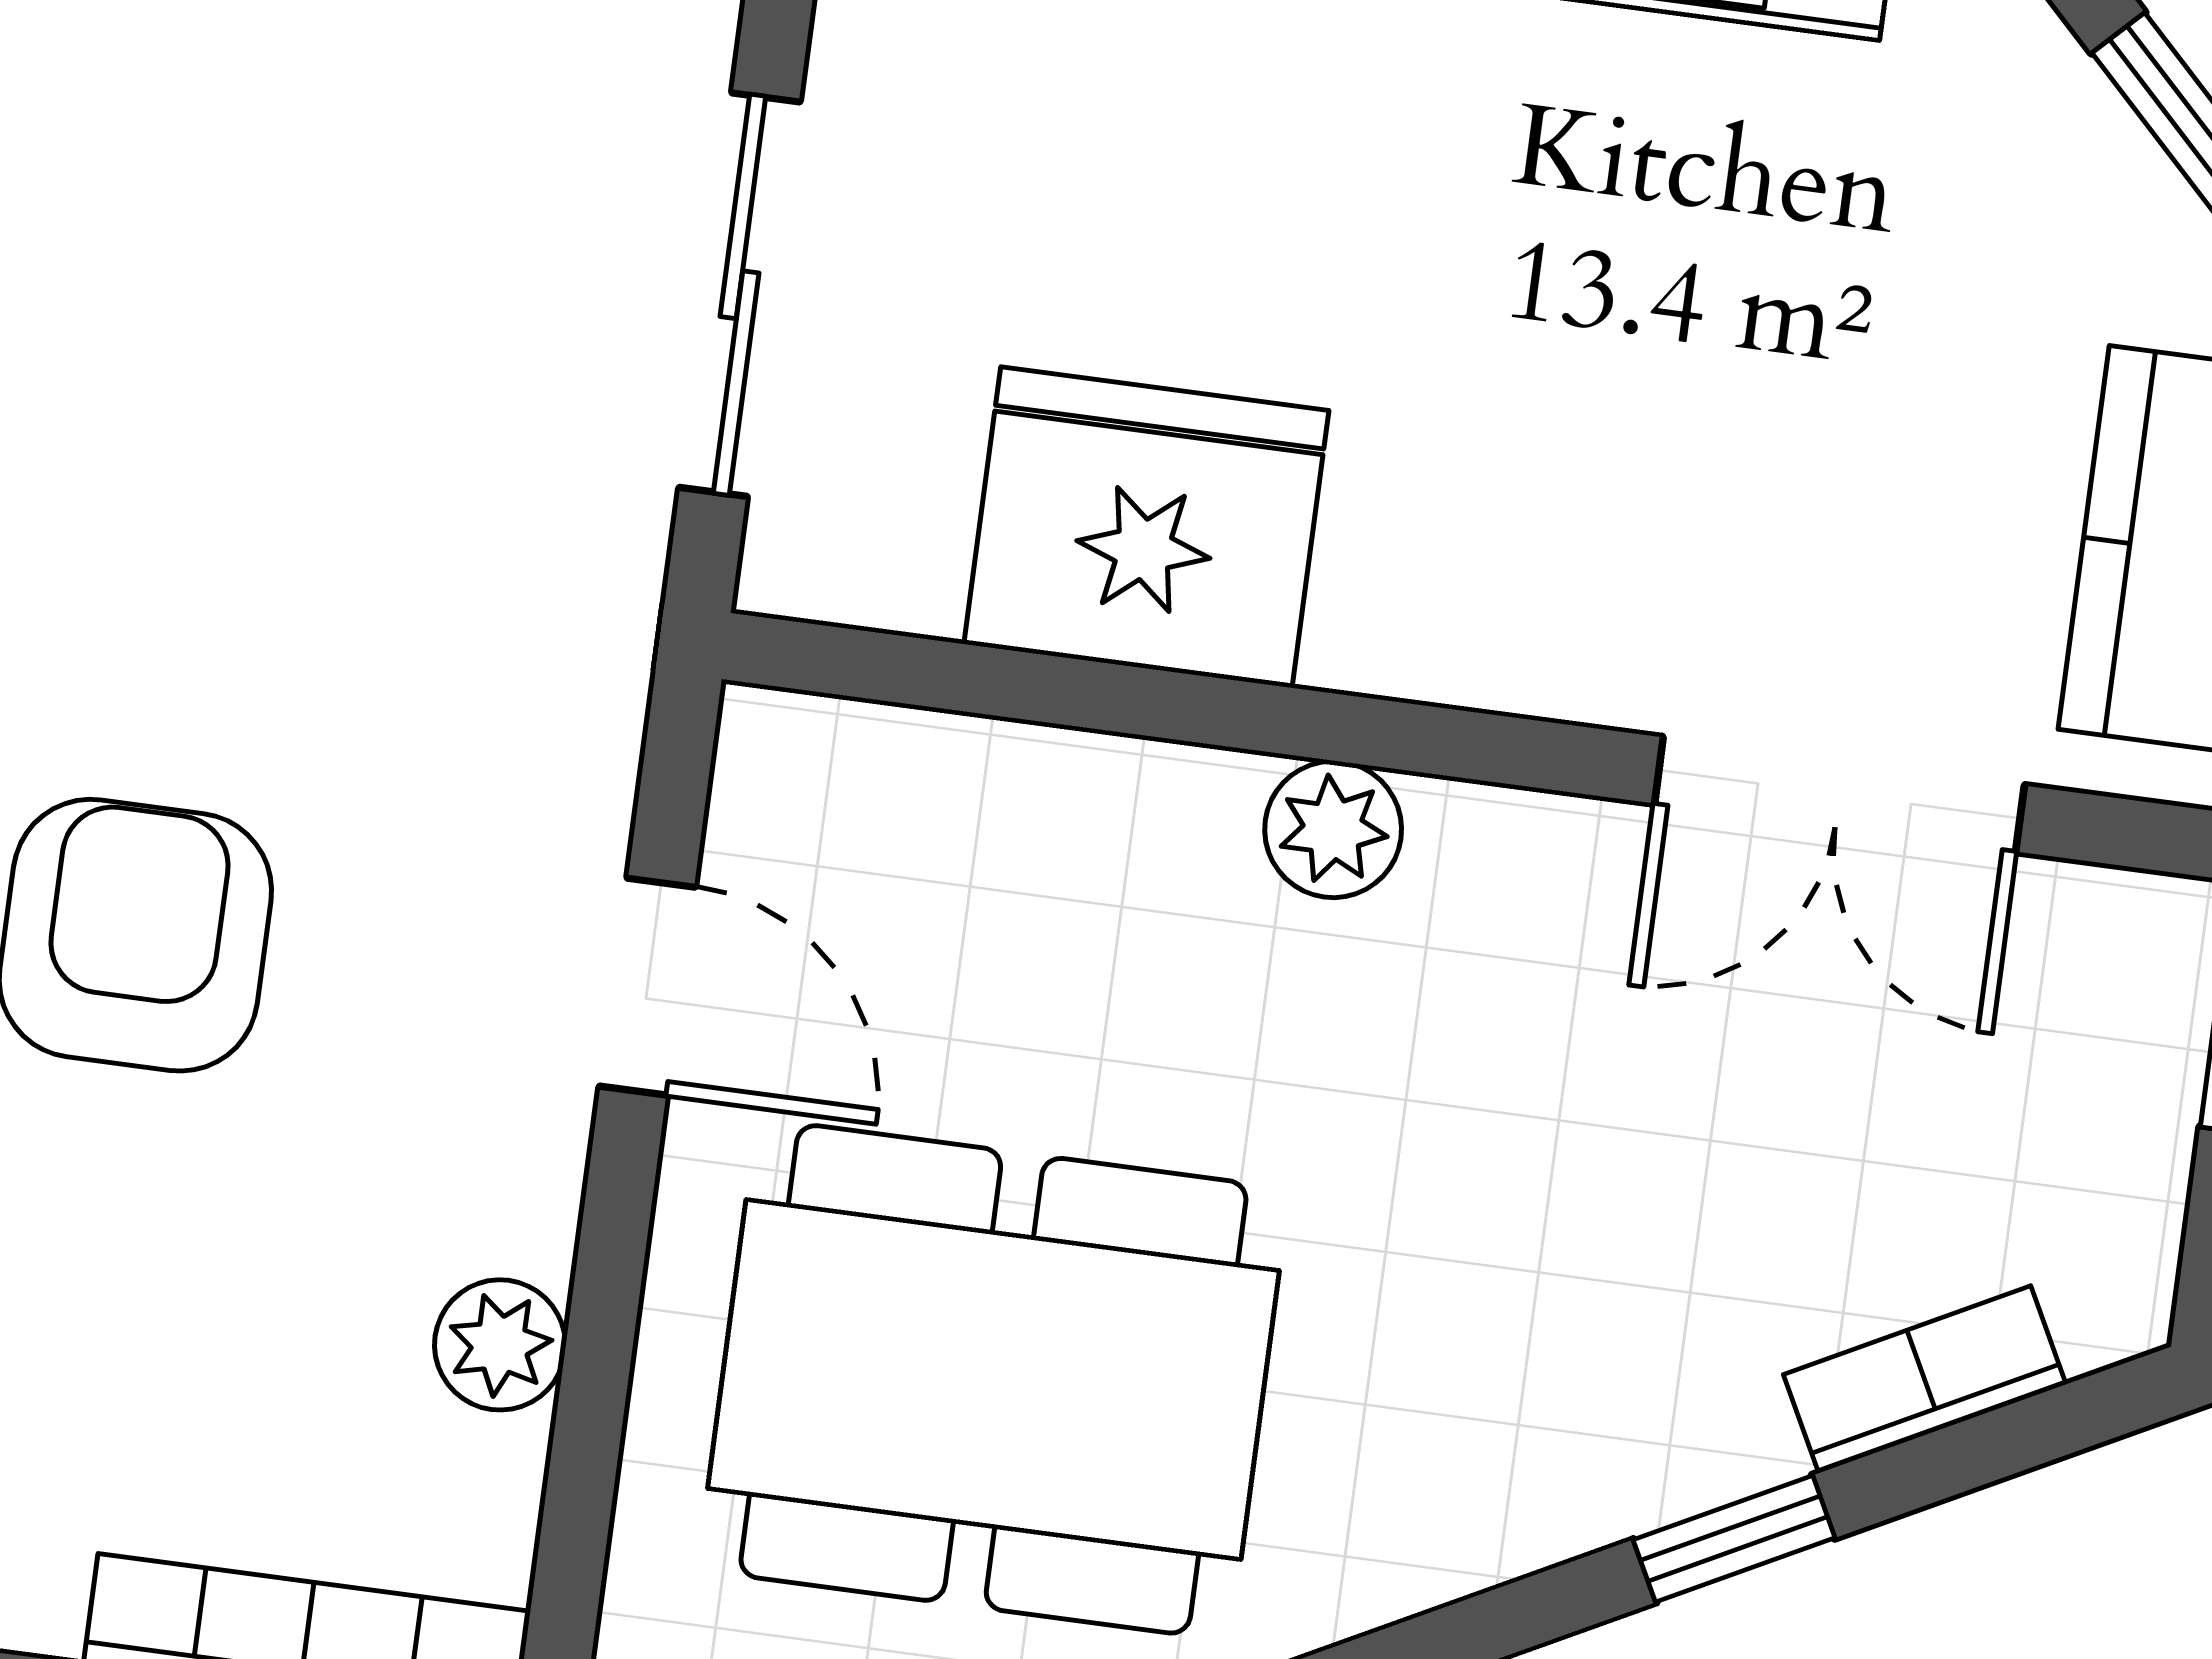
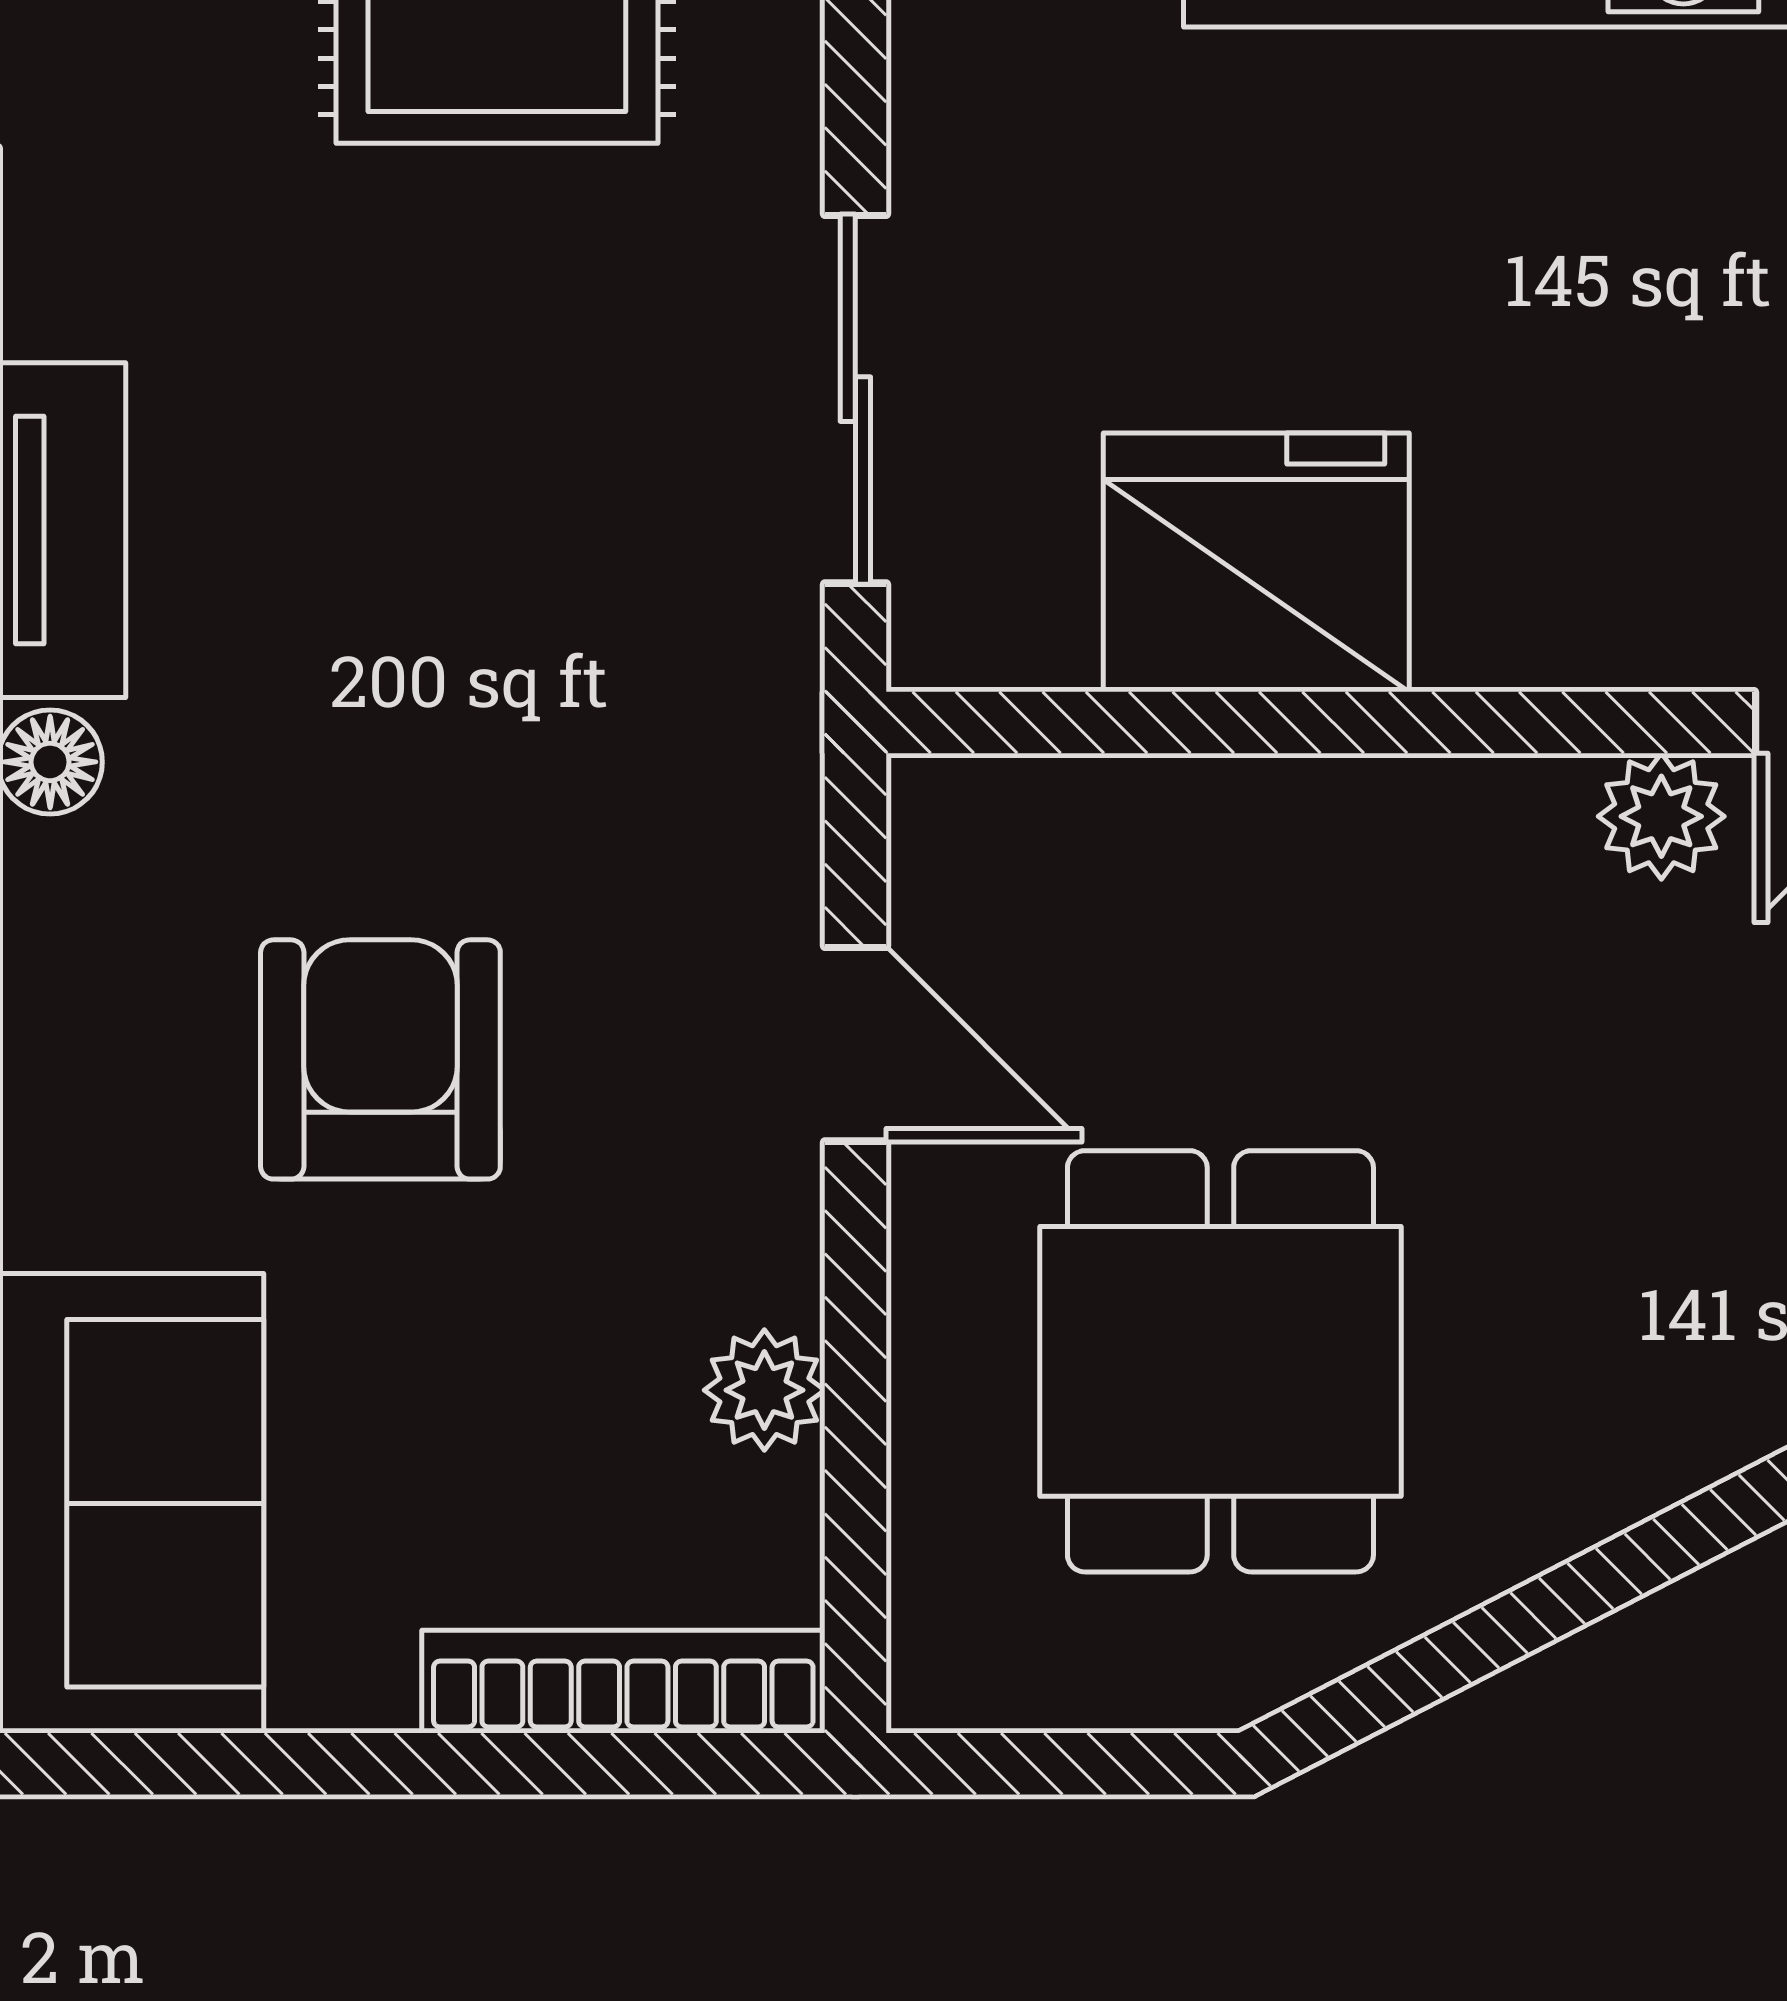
plant: (1333, 829) -> (1661, 816), moved
dining table: (993, 1379) -> (1220, 1361), width x0.73

